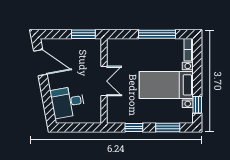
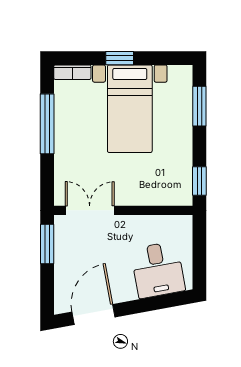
double door: (104, 81) -> (90, 210), moved
window: (197, 105) -> (120, 58), moved
window: (134, 127) -> (199, 181), moved

